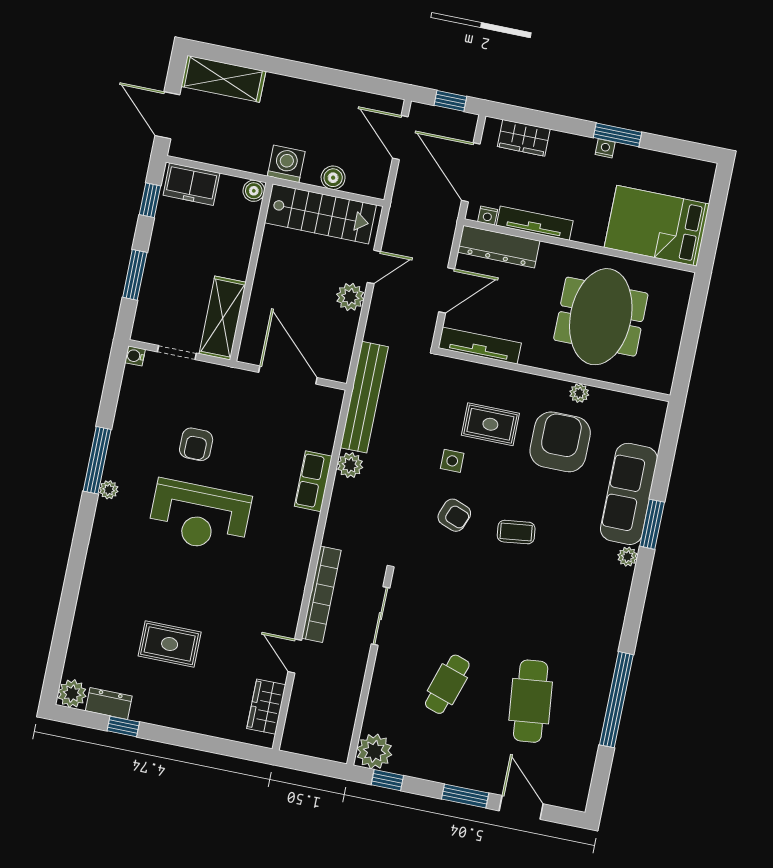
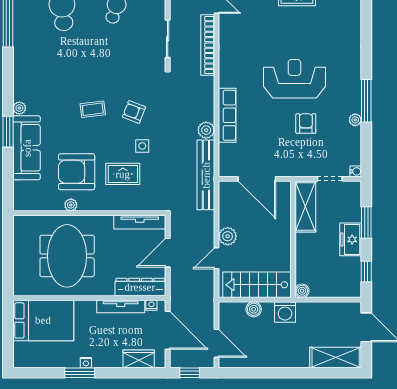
freezer: (191, 184) -> (351, 239), moved, turned -90
armchair: (560, 442) -> (77, 172), turned 90
row of seats: (313, 481) -> (227, 115), width x1.48
plant: (109, 490) -> (355, 120), moved

